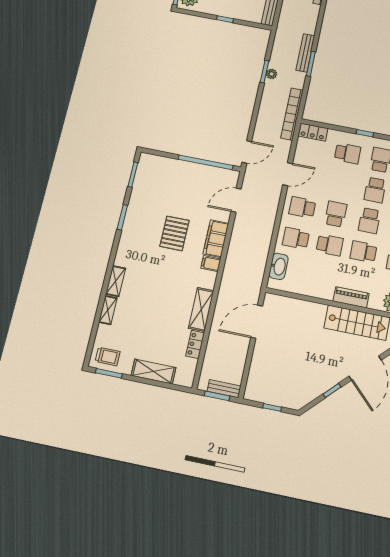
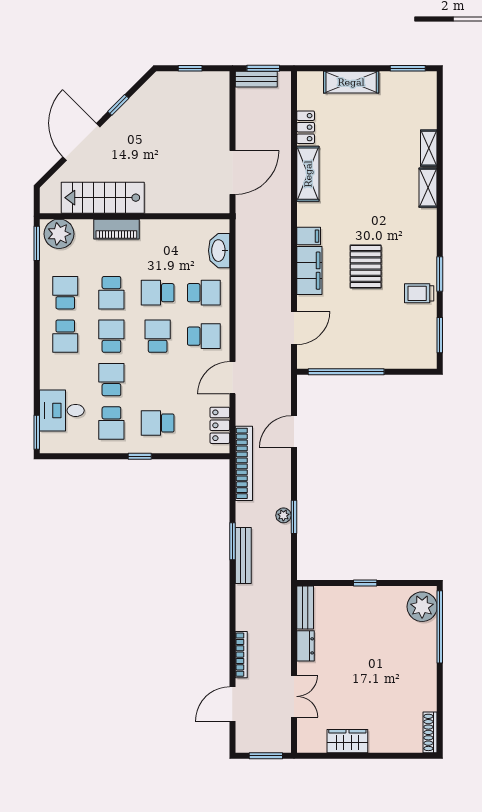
locker: (313, 132) -> (220, 425), moved, turned -90
door: (247, 152) -> (294, 432), moved
school desk: (336, 214) -> (158, 336), turned 180
school desk: (363, 252) -> (111, 293), turned 90
trolley: (108, 356) -> (419, 293), moved

